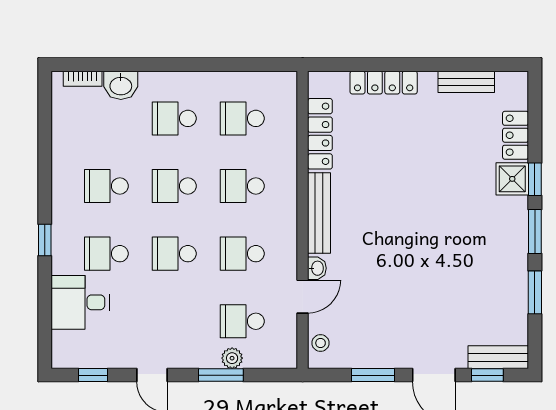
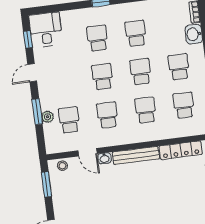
desk: (80, 302) -> (46, 30), moved
window: (373, 375) -> (46, 184), moved

